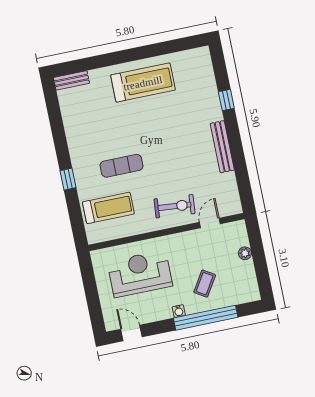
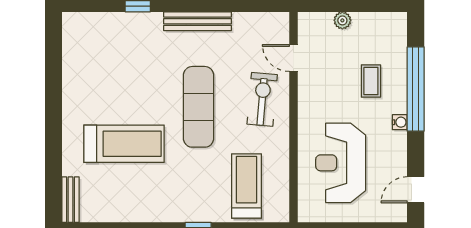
treadmill: (143, 83) -> (124, 144), moved, turned 90
exercise mat: (122, 166) -> (199, 107), moved, width x1.36, depth x1.45
coffee table: (205, 284) -> (371, 81), turned 58

